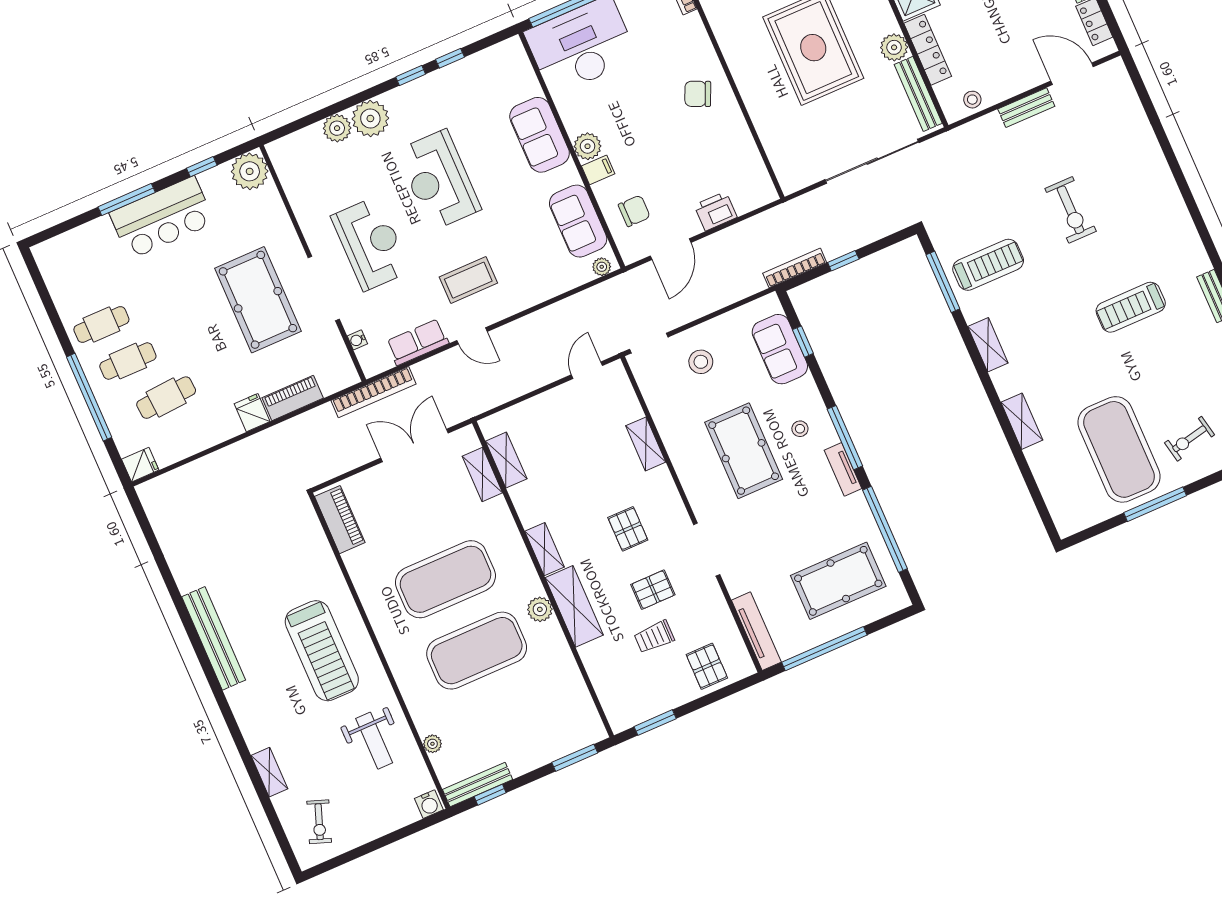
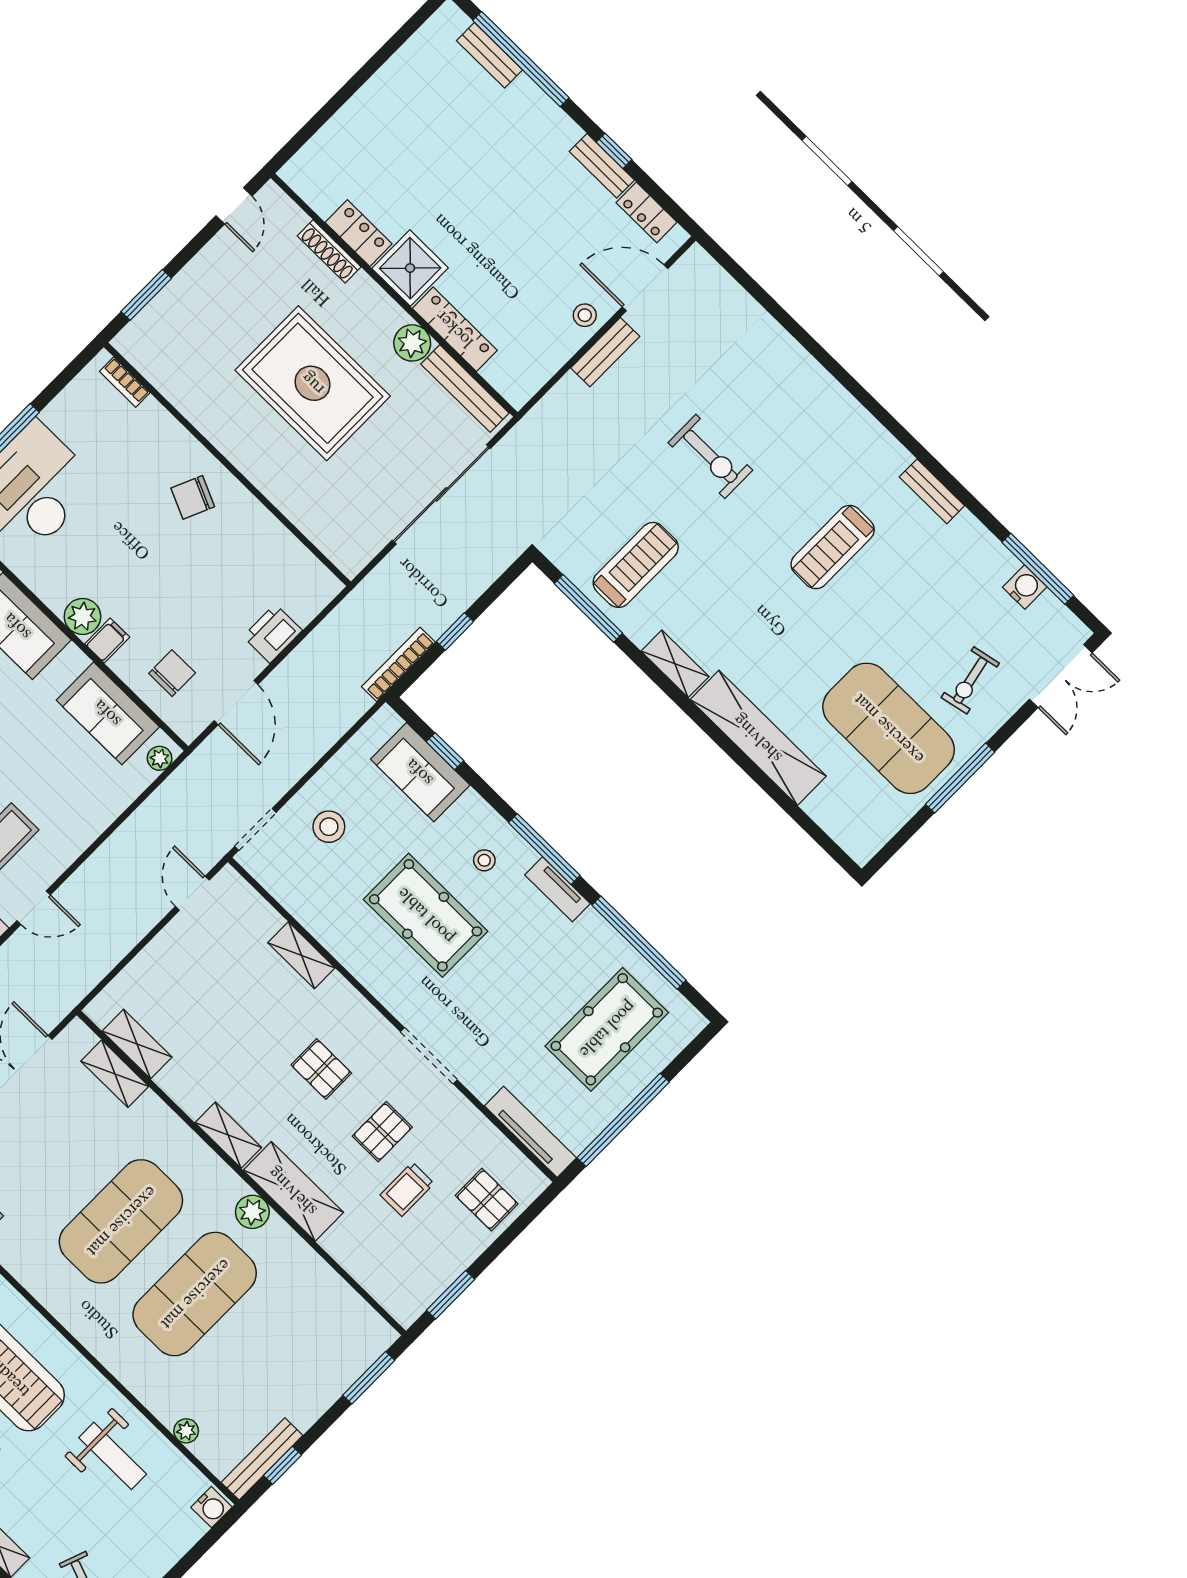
stool: (972, 100) -> (585, 315), moved
shelving: (1022, 421) -> (758, 738), width x2.20, depth x1.33

